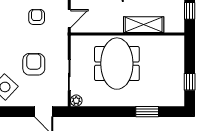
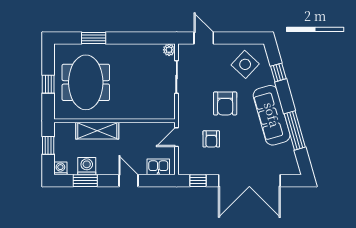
armchair: (34, 64) -> (225, 103), moved
meeting table: (117, 64) -> (86, 82), moved
window: (190, 82) -> (48, 84), moved

